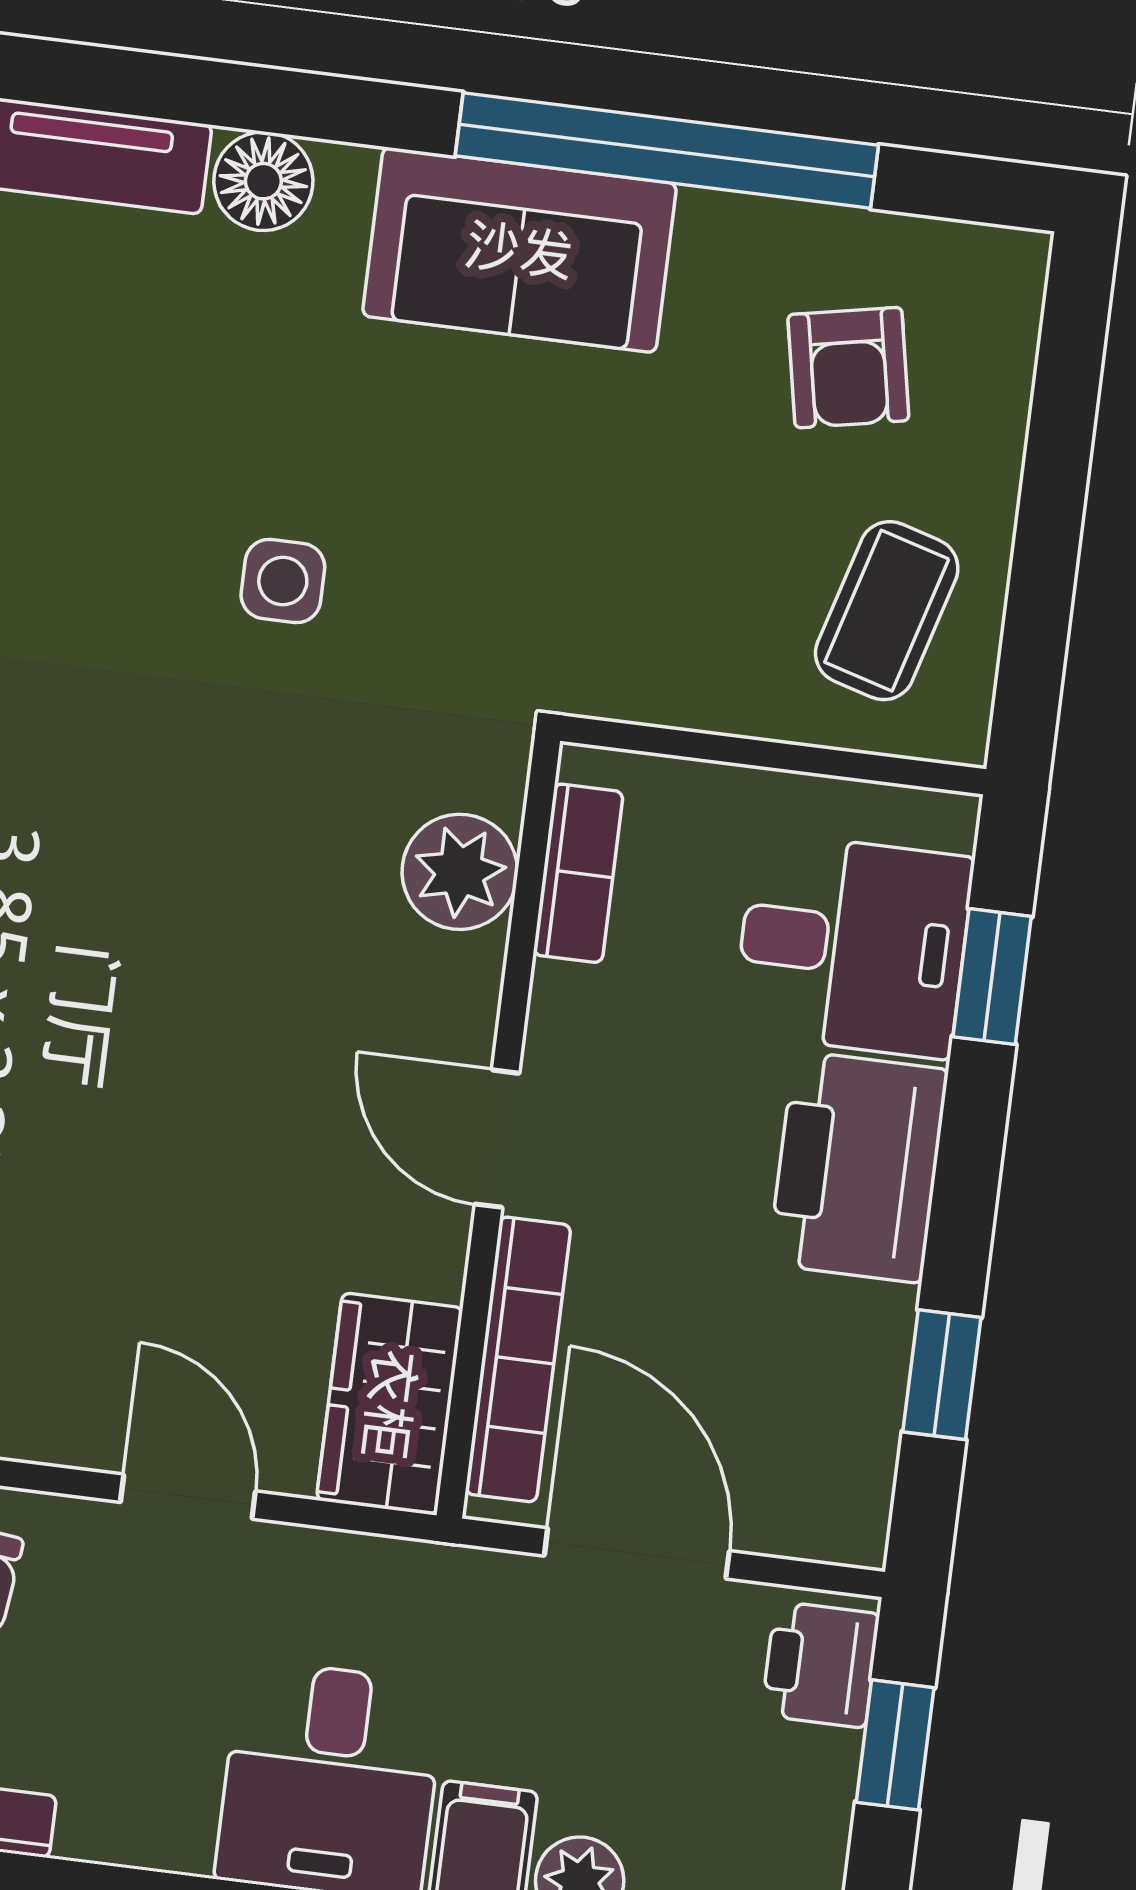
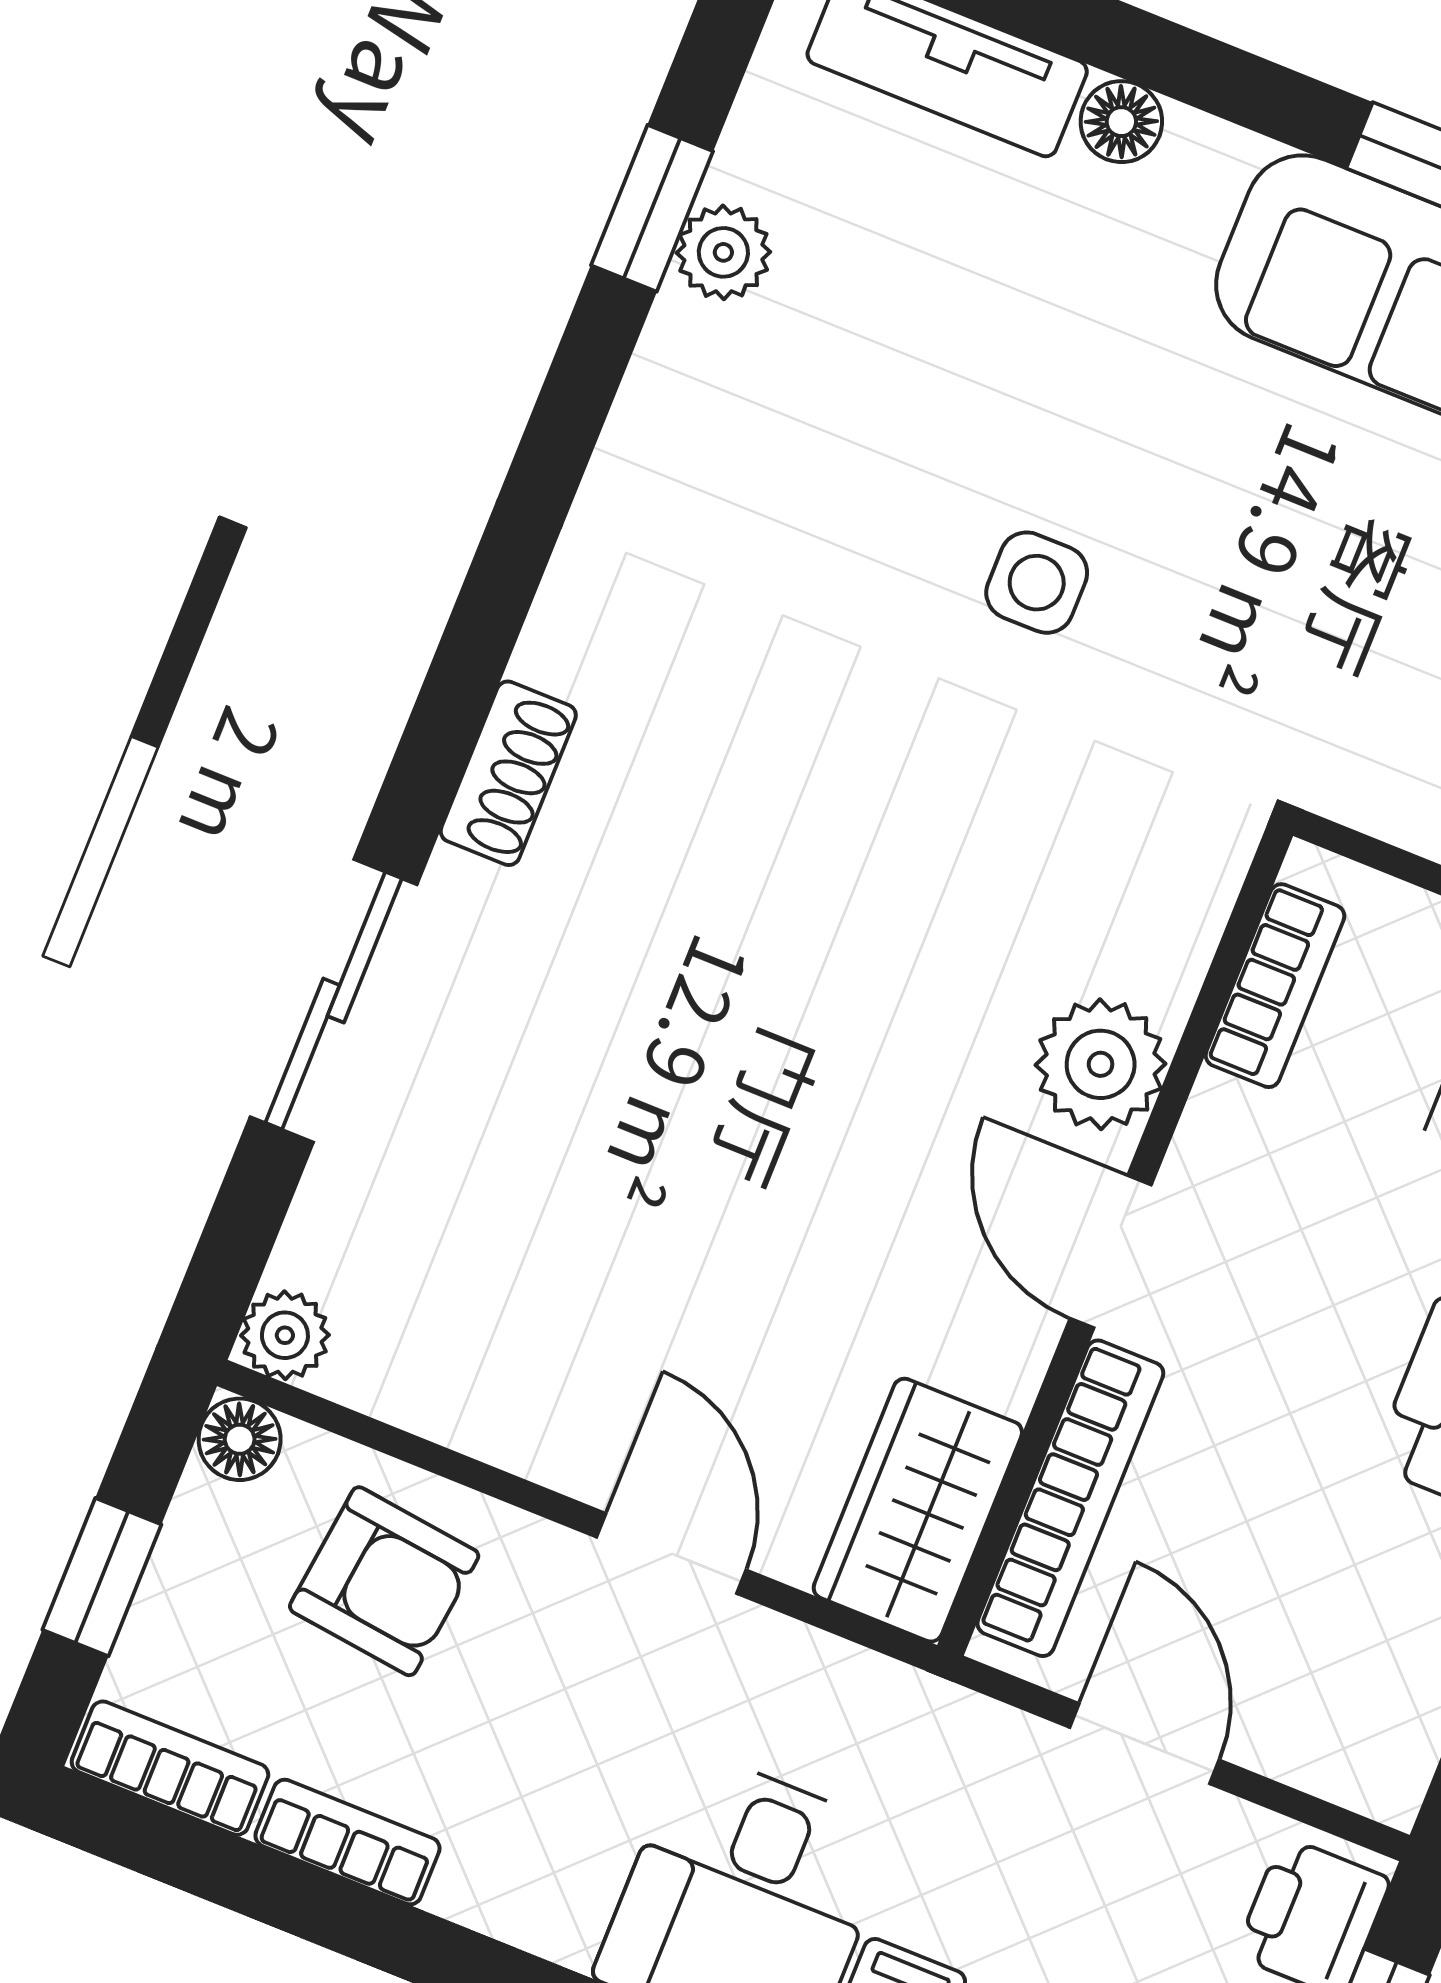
floor lamp: (263, 181) -> (1121, 122), width x0.73, depth x0.73
plant: (460, 872) -> (1101, 1064), moved
door: (637, 1553) -> (1144, 1744), width x0.73

